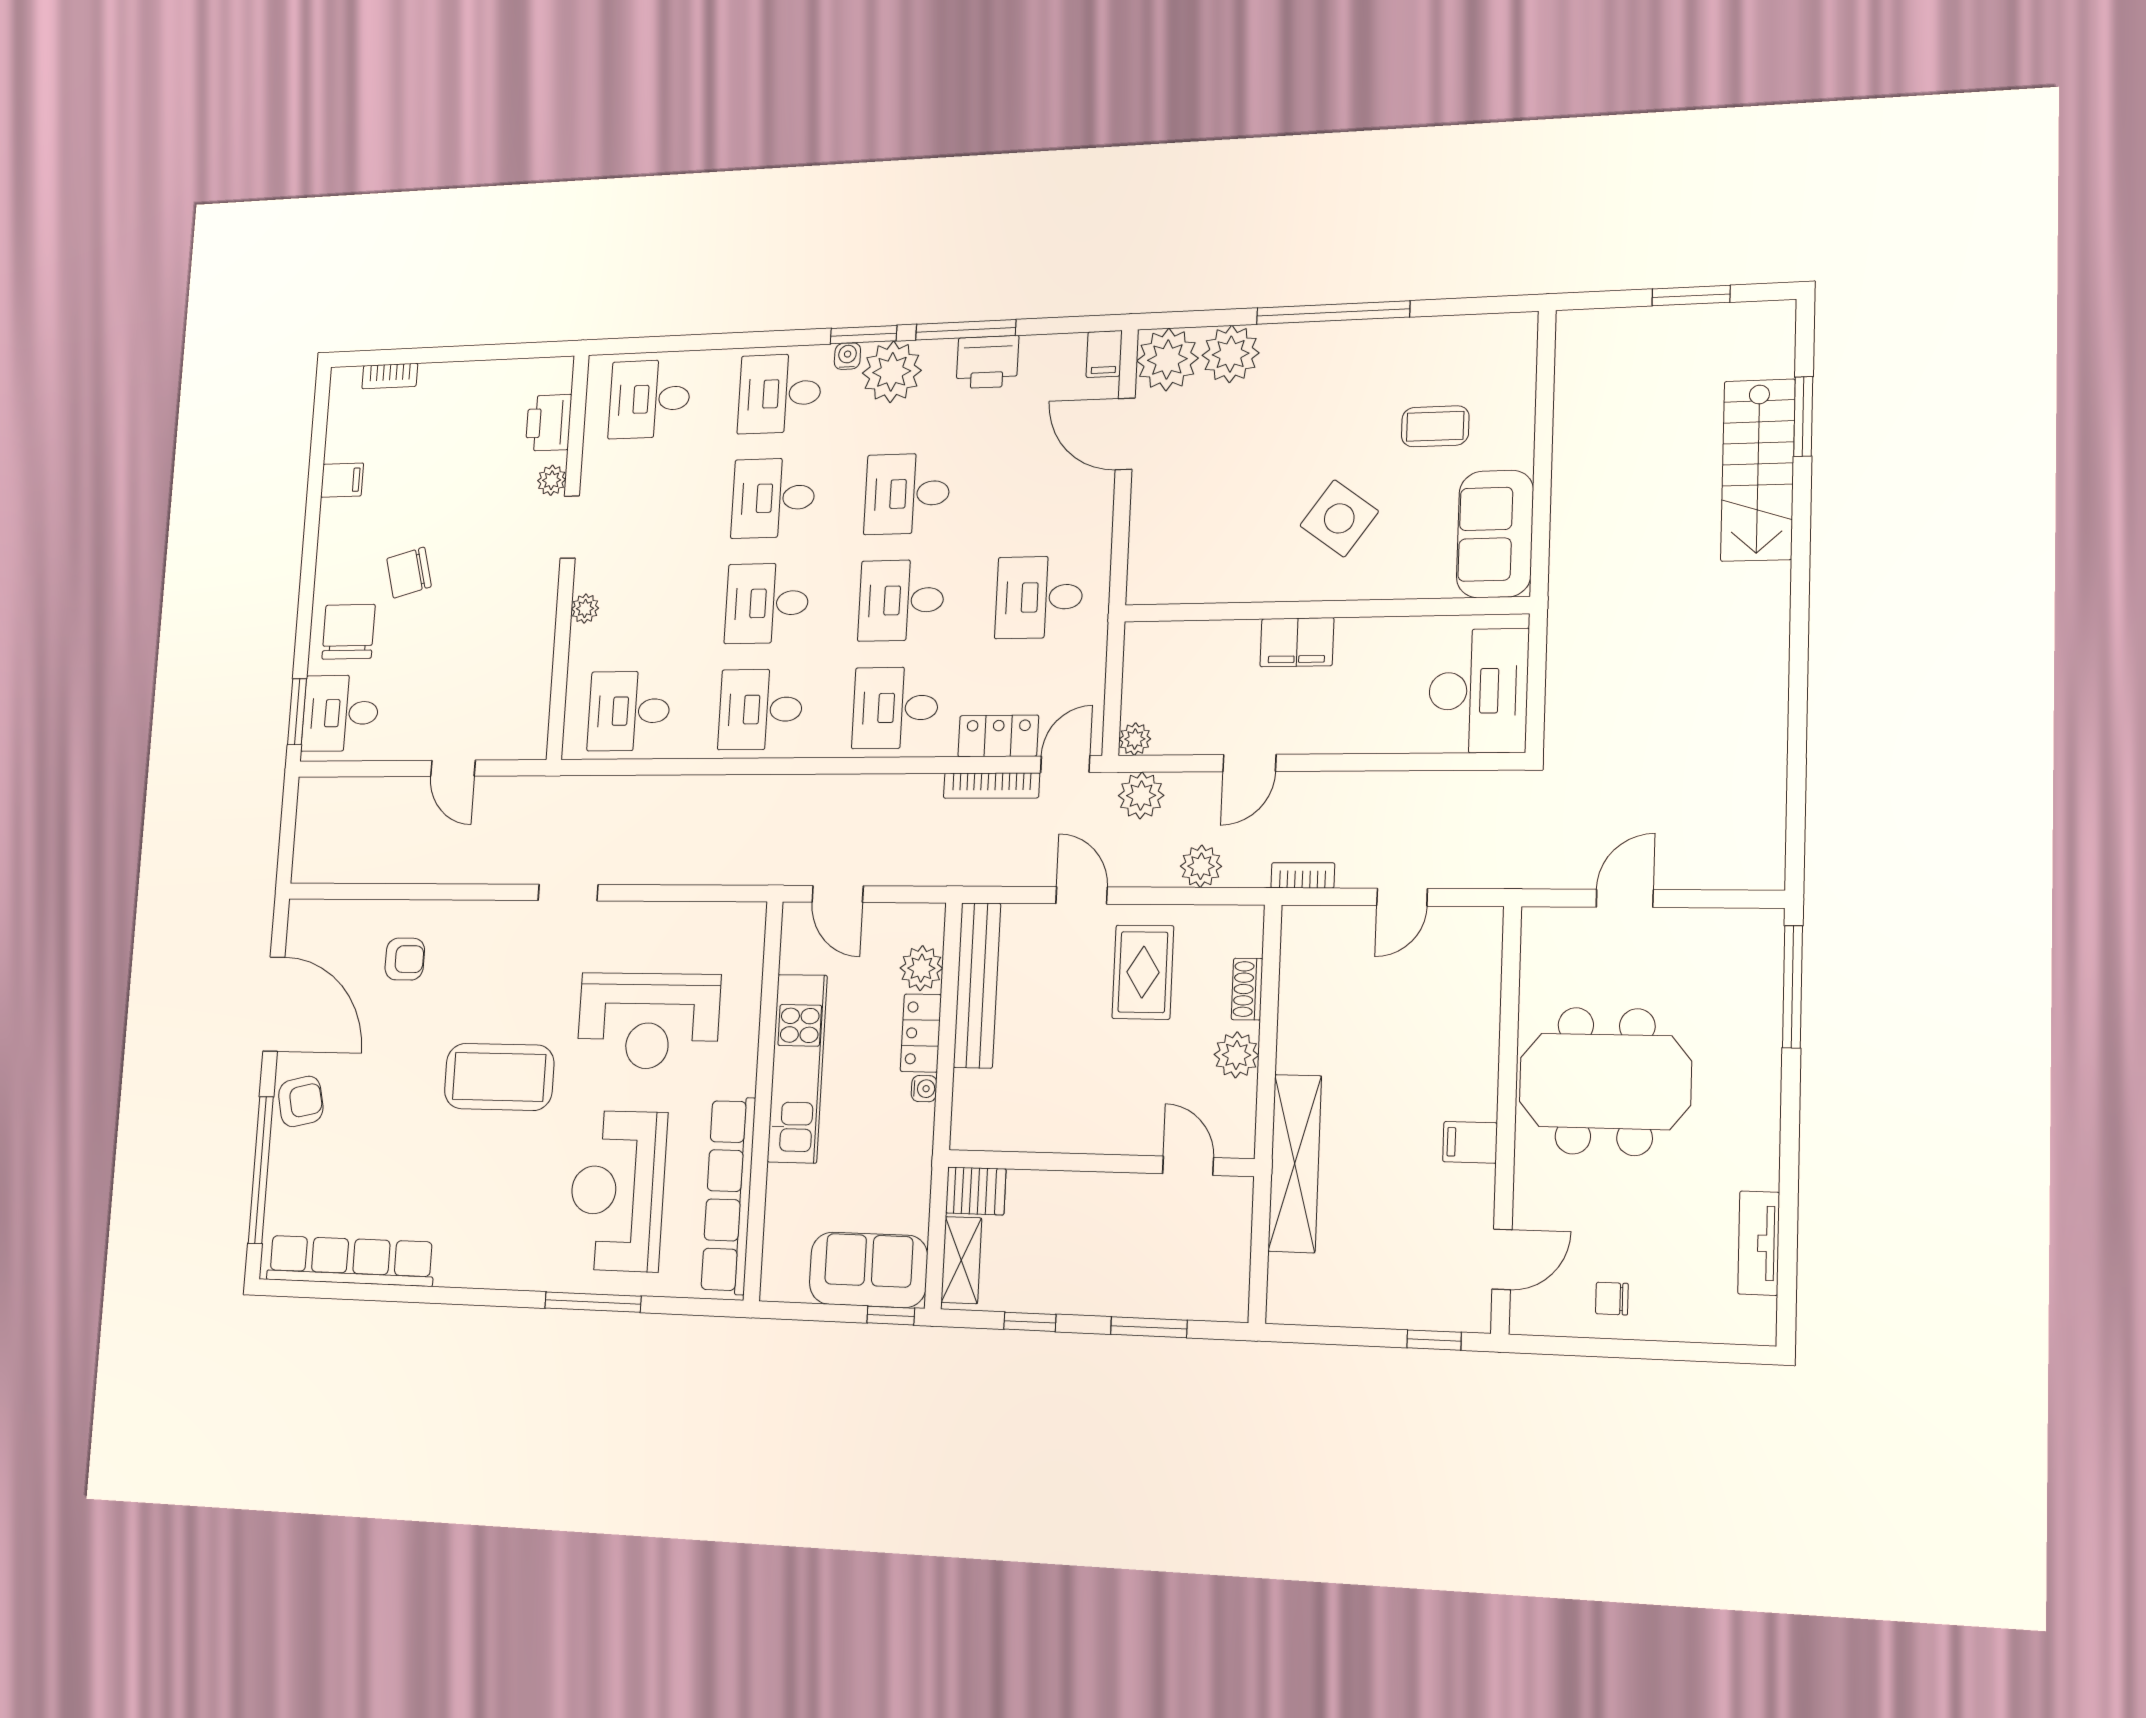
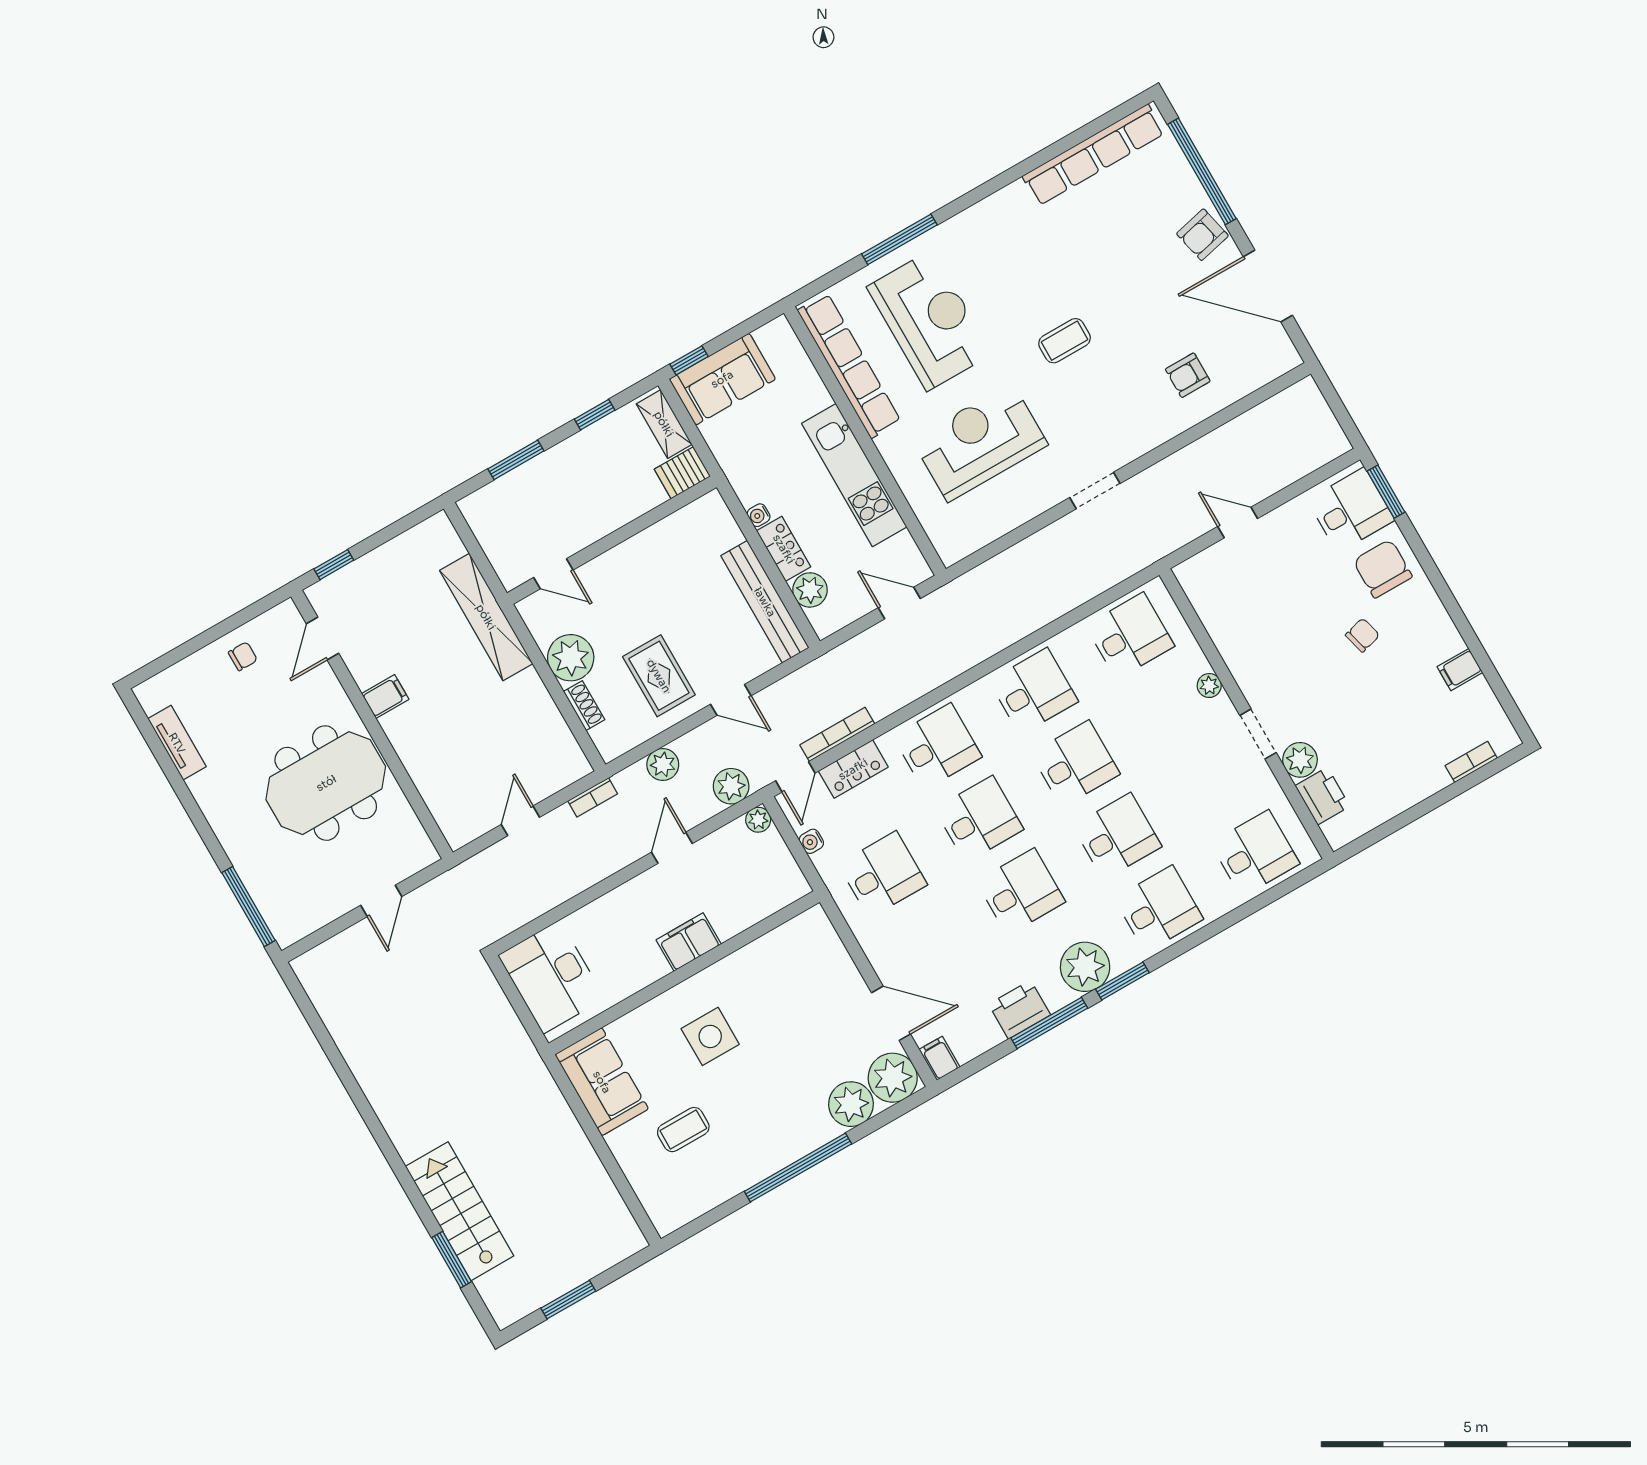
water cooler: (847, 356) -> (811, 841), moved, turned 90
plant: (552, 480) -> (1300, 760), width x1.38, depth x1.38
side table: (1339, 518) -> (710, 1036), turned -36
chair: (409, 573) -> (1362, 635), width x0.73, depth x0.73
chair: (349, 632) -> (1383, 569), turned 180
plant: (1236, 1055) -> (571, 658), width x1.36, depth x1.36
coffee table: (499, 1077) -> (1065, 341), width x0.54, depth x0.58

